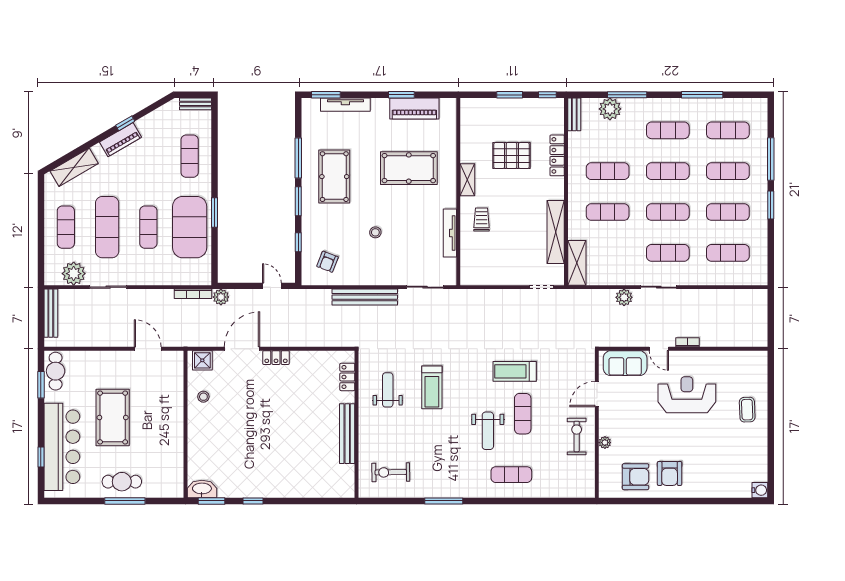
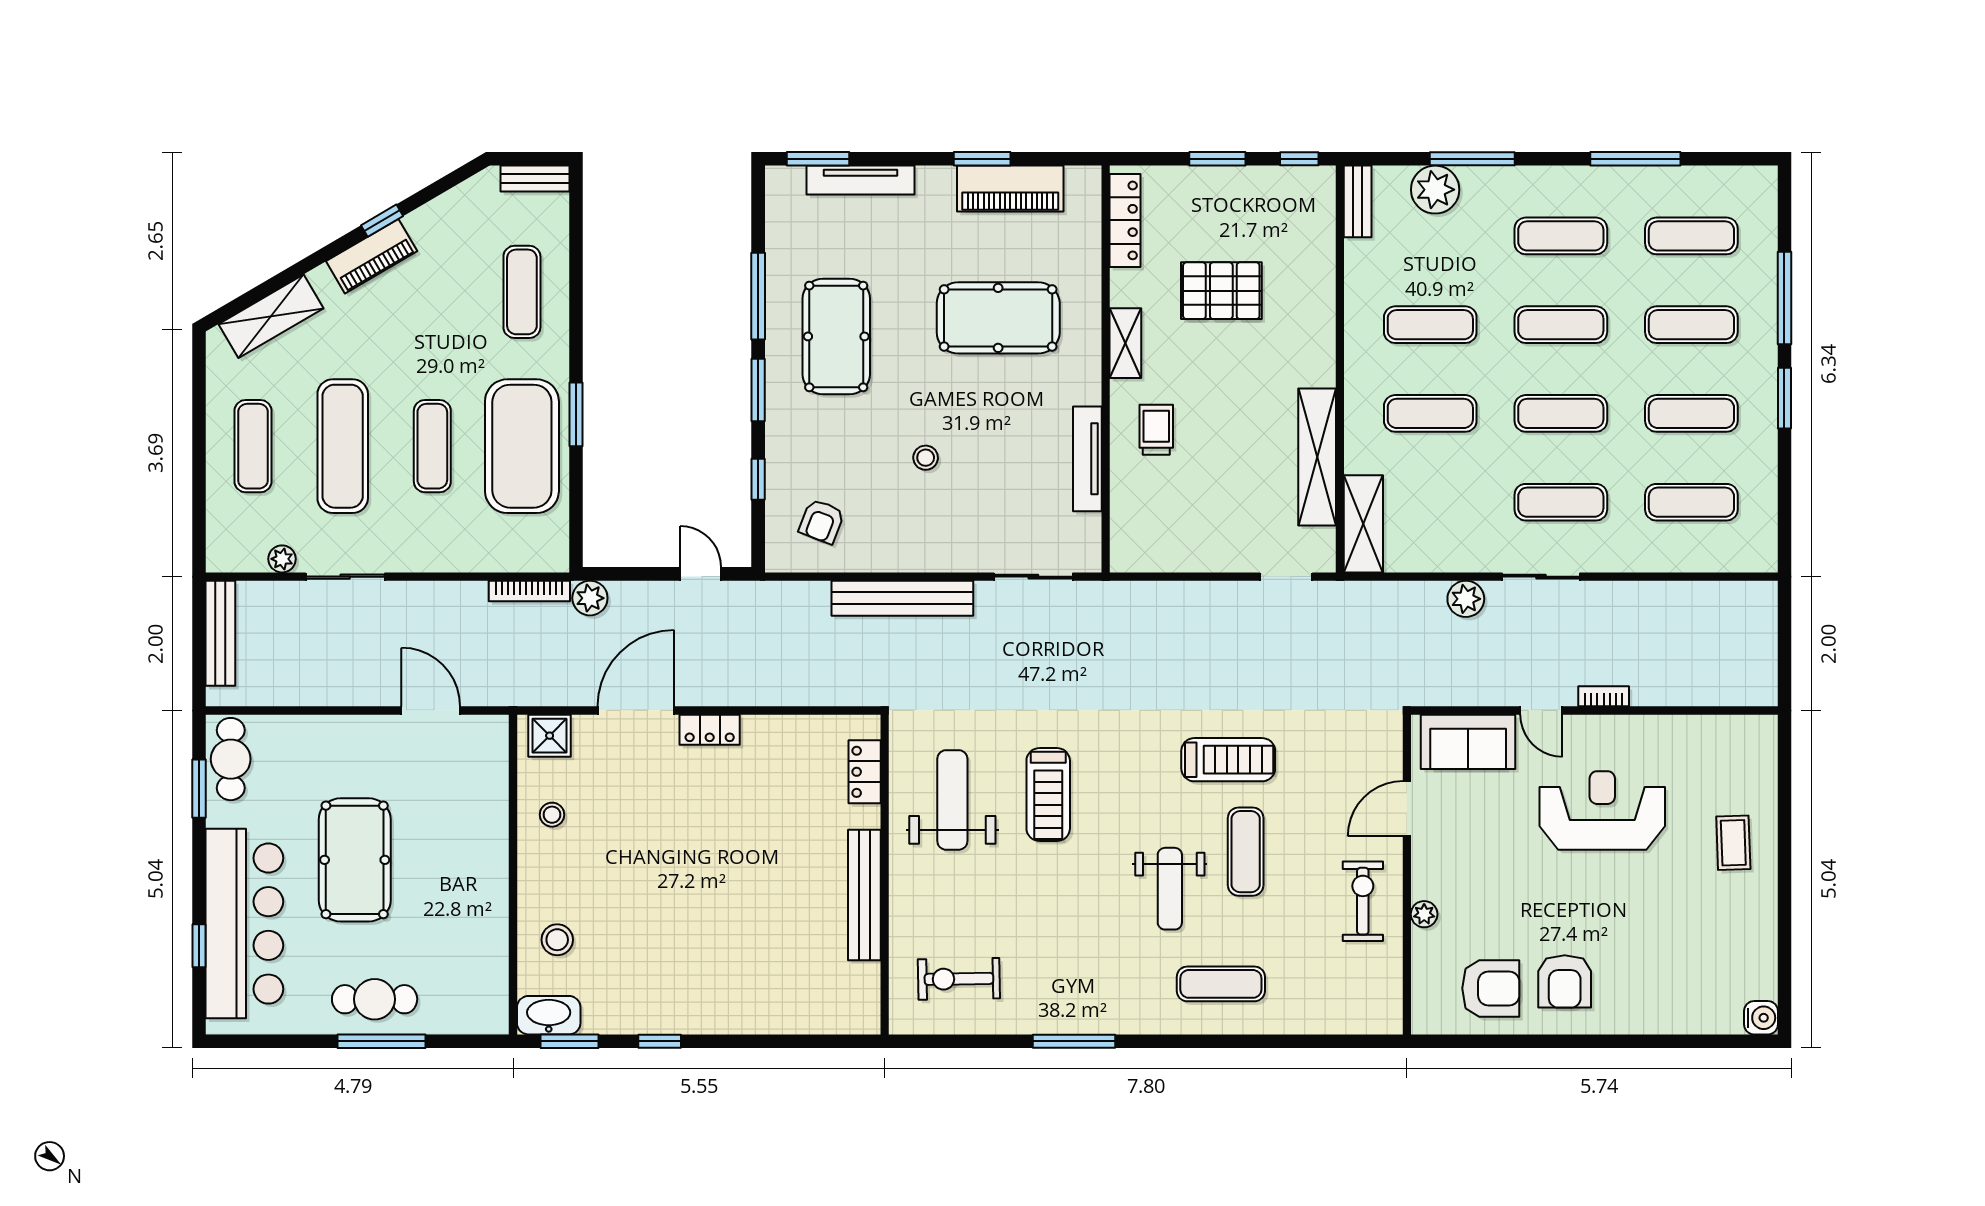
locker: (557, 155) -> (1125, 220), moved, turned 180
plant: (74, 274) -> (282, 559), width x0.53, depth x0.53
treadmill: (515, 371) -> (1228, 760), turned 180
weight bench: (388, 390) -> (952, 800), width x1.36, depth x1.33
stool: (206, 454) -> (557, 940), added

